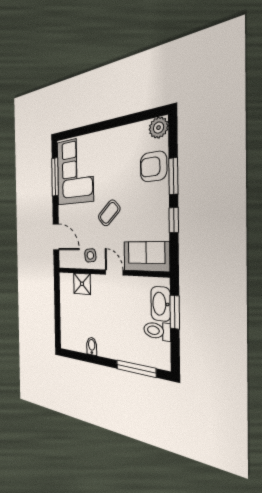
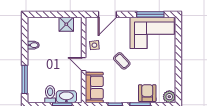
door: (114, 272) -> (84, 64), swing flipped
shower: (82, 284) -> (66, 24), moved

